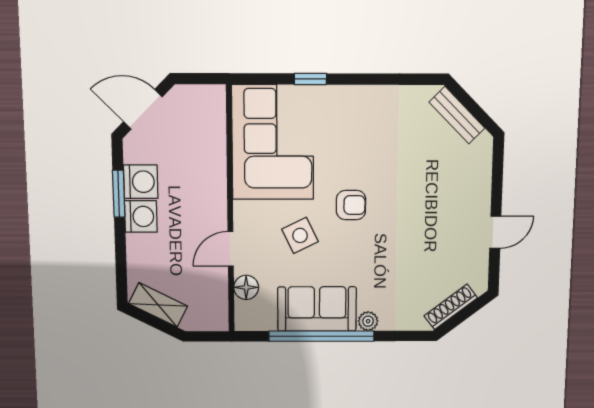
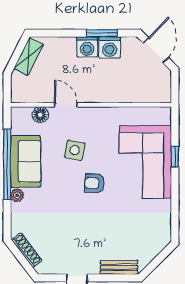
bench: (457, 115) -> (119, 267), moved, turned 45
corner sofa: (273, 142) -> (145, 162), moved, turned 90
armchair: (351, 205) -> (95, 183), turned 93
side table: (300, 235) -> (75, 150), turned 38

